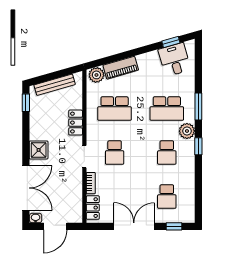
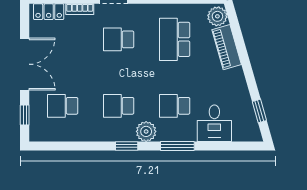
desk: (175, 60) -> (214, 123), moved, turned 106
school desk: (167, 109) -> (175, 106), width x0.54

